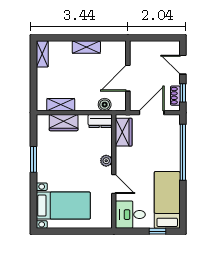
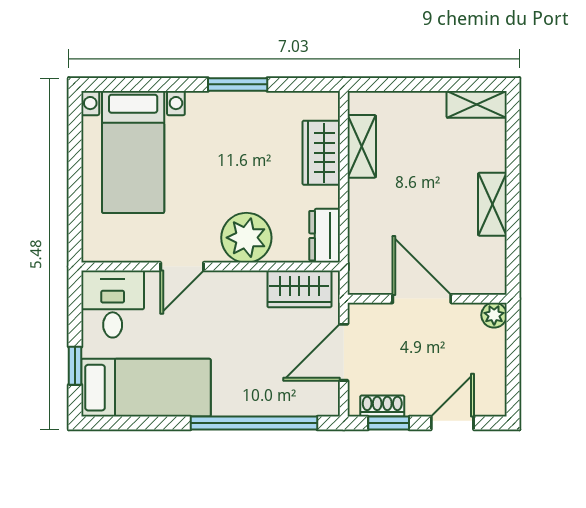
plant: (135, 46) -> (494, 315), added
boiler: (105, 105) -> (362, 246), removed
door: (152, 113) -> (344, 352), swing flipped
plant: (106, 161) -> (246, 238), width x1.88, depth x1.88

